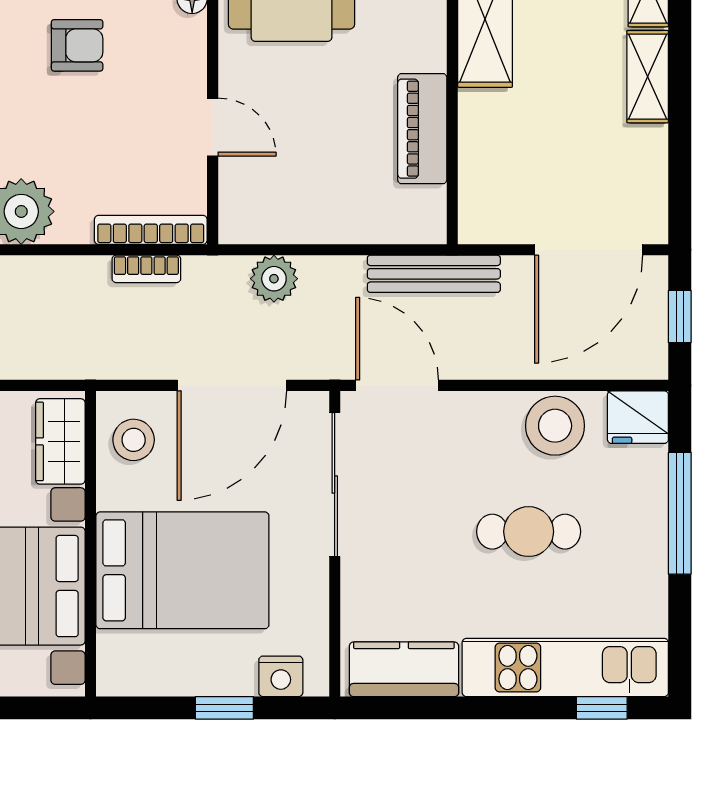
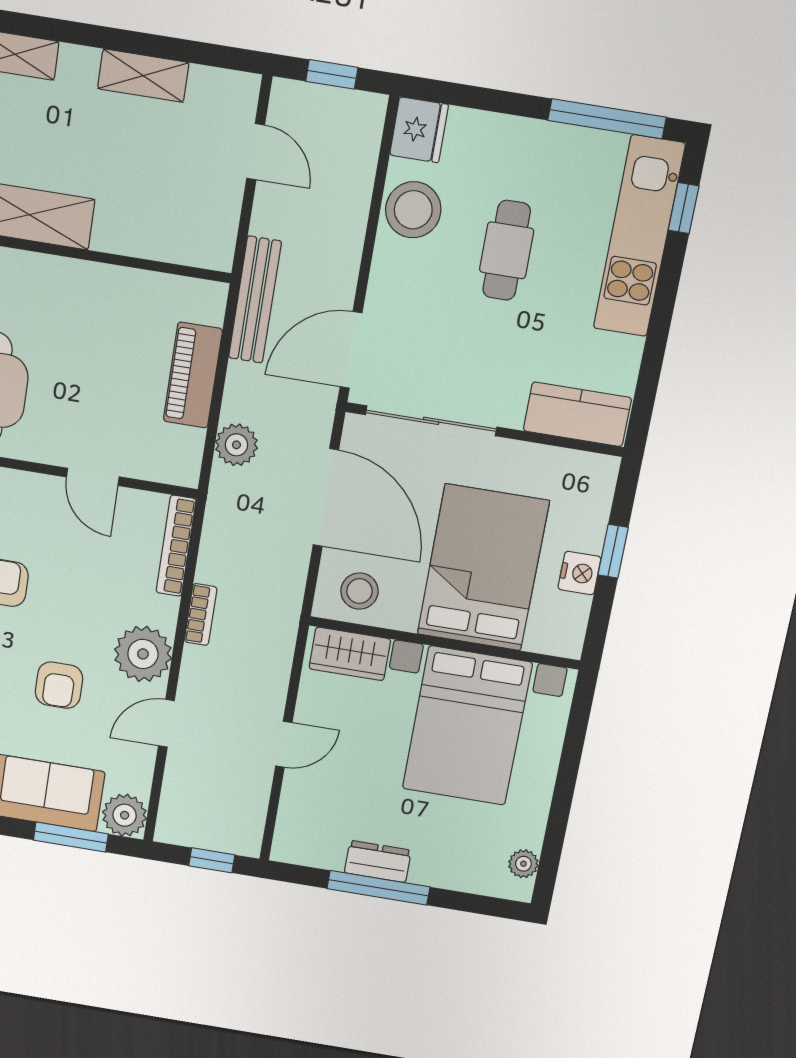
shelving: (648, 77) -> (143, 76), moved
door: (213, 127) -> (93, 477), swing flipped
piano: (422, 129) -> (193, 375), moved, turned 90
door: (589, 250) -> (256, 152), width x0.53
bookcase: (146, 269) -> (201, 615), moved
window: (680, 513) -> (607, 119), moved
kitchen counter: (404, 669) -> (577, 414), moved, turned 90
nightstand: (281, 676) -> (579, 573), moved

